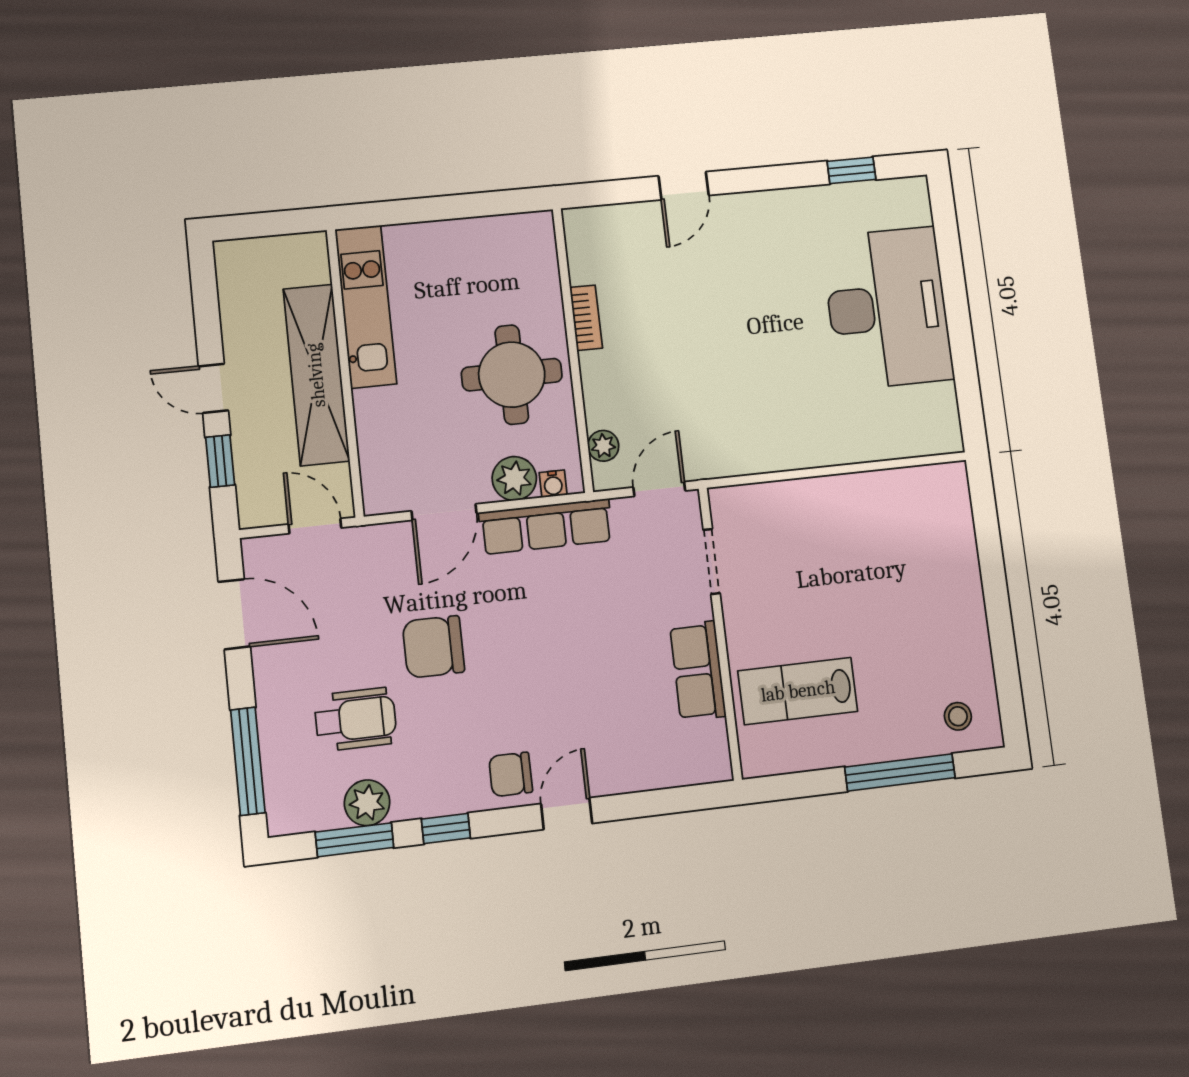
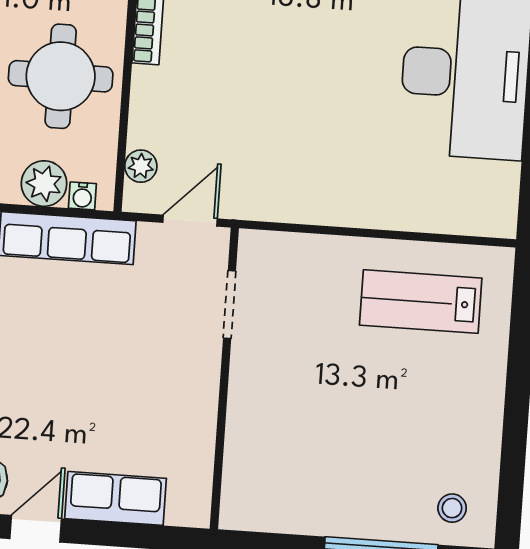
row of seats: (698, 671) -> (116, 498), moved, turned 90
lab bench: (798, 691) -> (421, 302), moved

